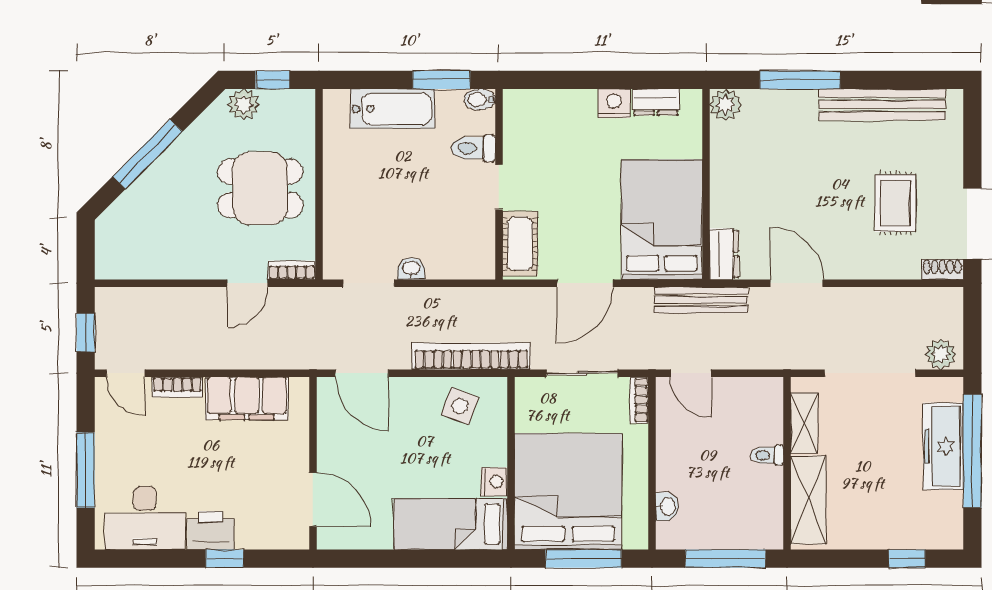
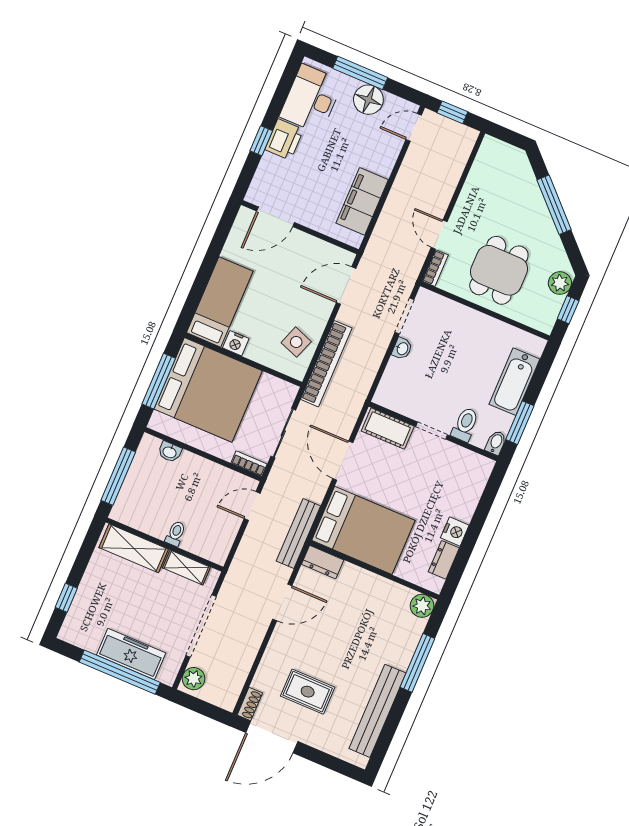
bookcase: (177, 387) -> (390, 158), removed
floor lamp: (115, 445) -> (368, 100), added

